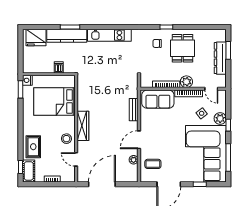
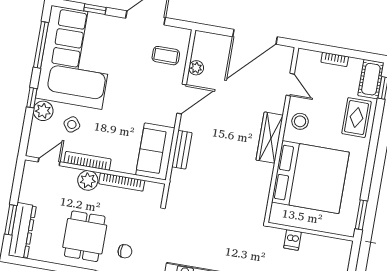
dresser: (220, 58) -> (22, 231), moved
nightstand: (27, 80) -> (347, 228), removed
door: (211, 89) -> (49, 162), hinge flipped
sofa: (158, 99) -> (155, 151), moved, turned -90
bed: (54, 102) -> (310, 177), width x1.36

